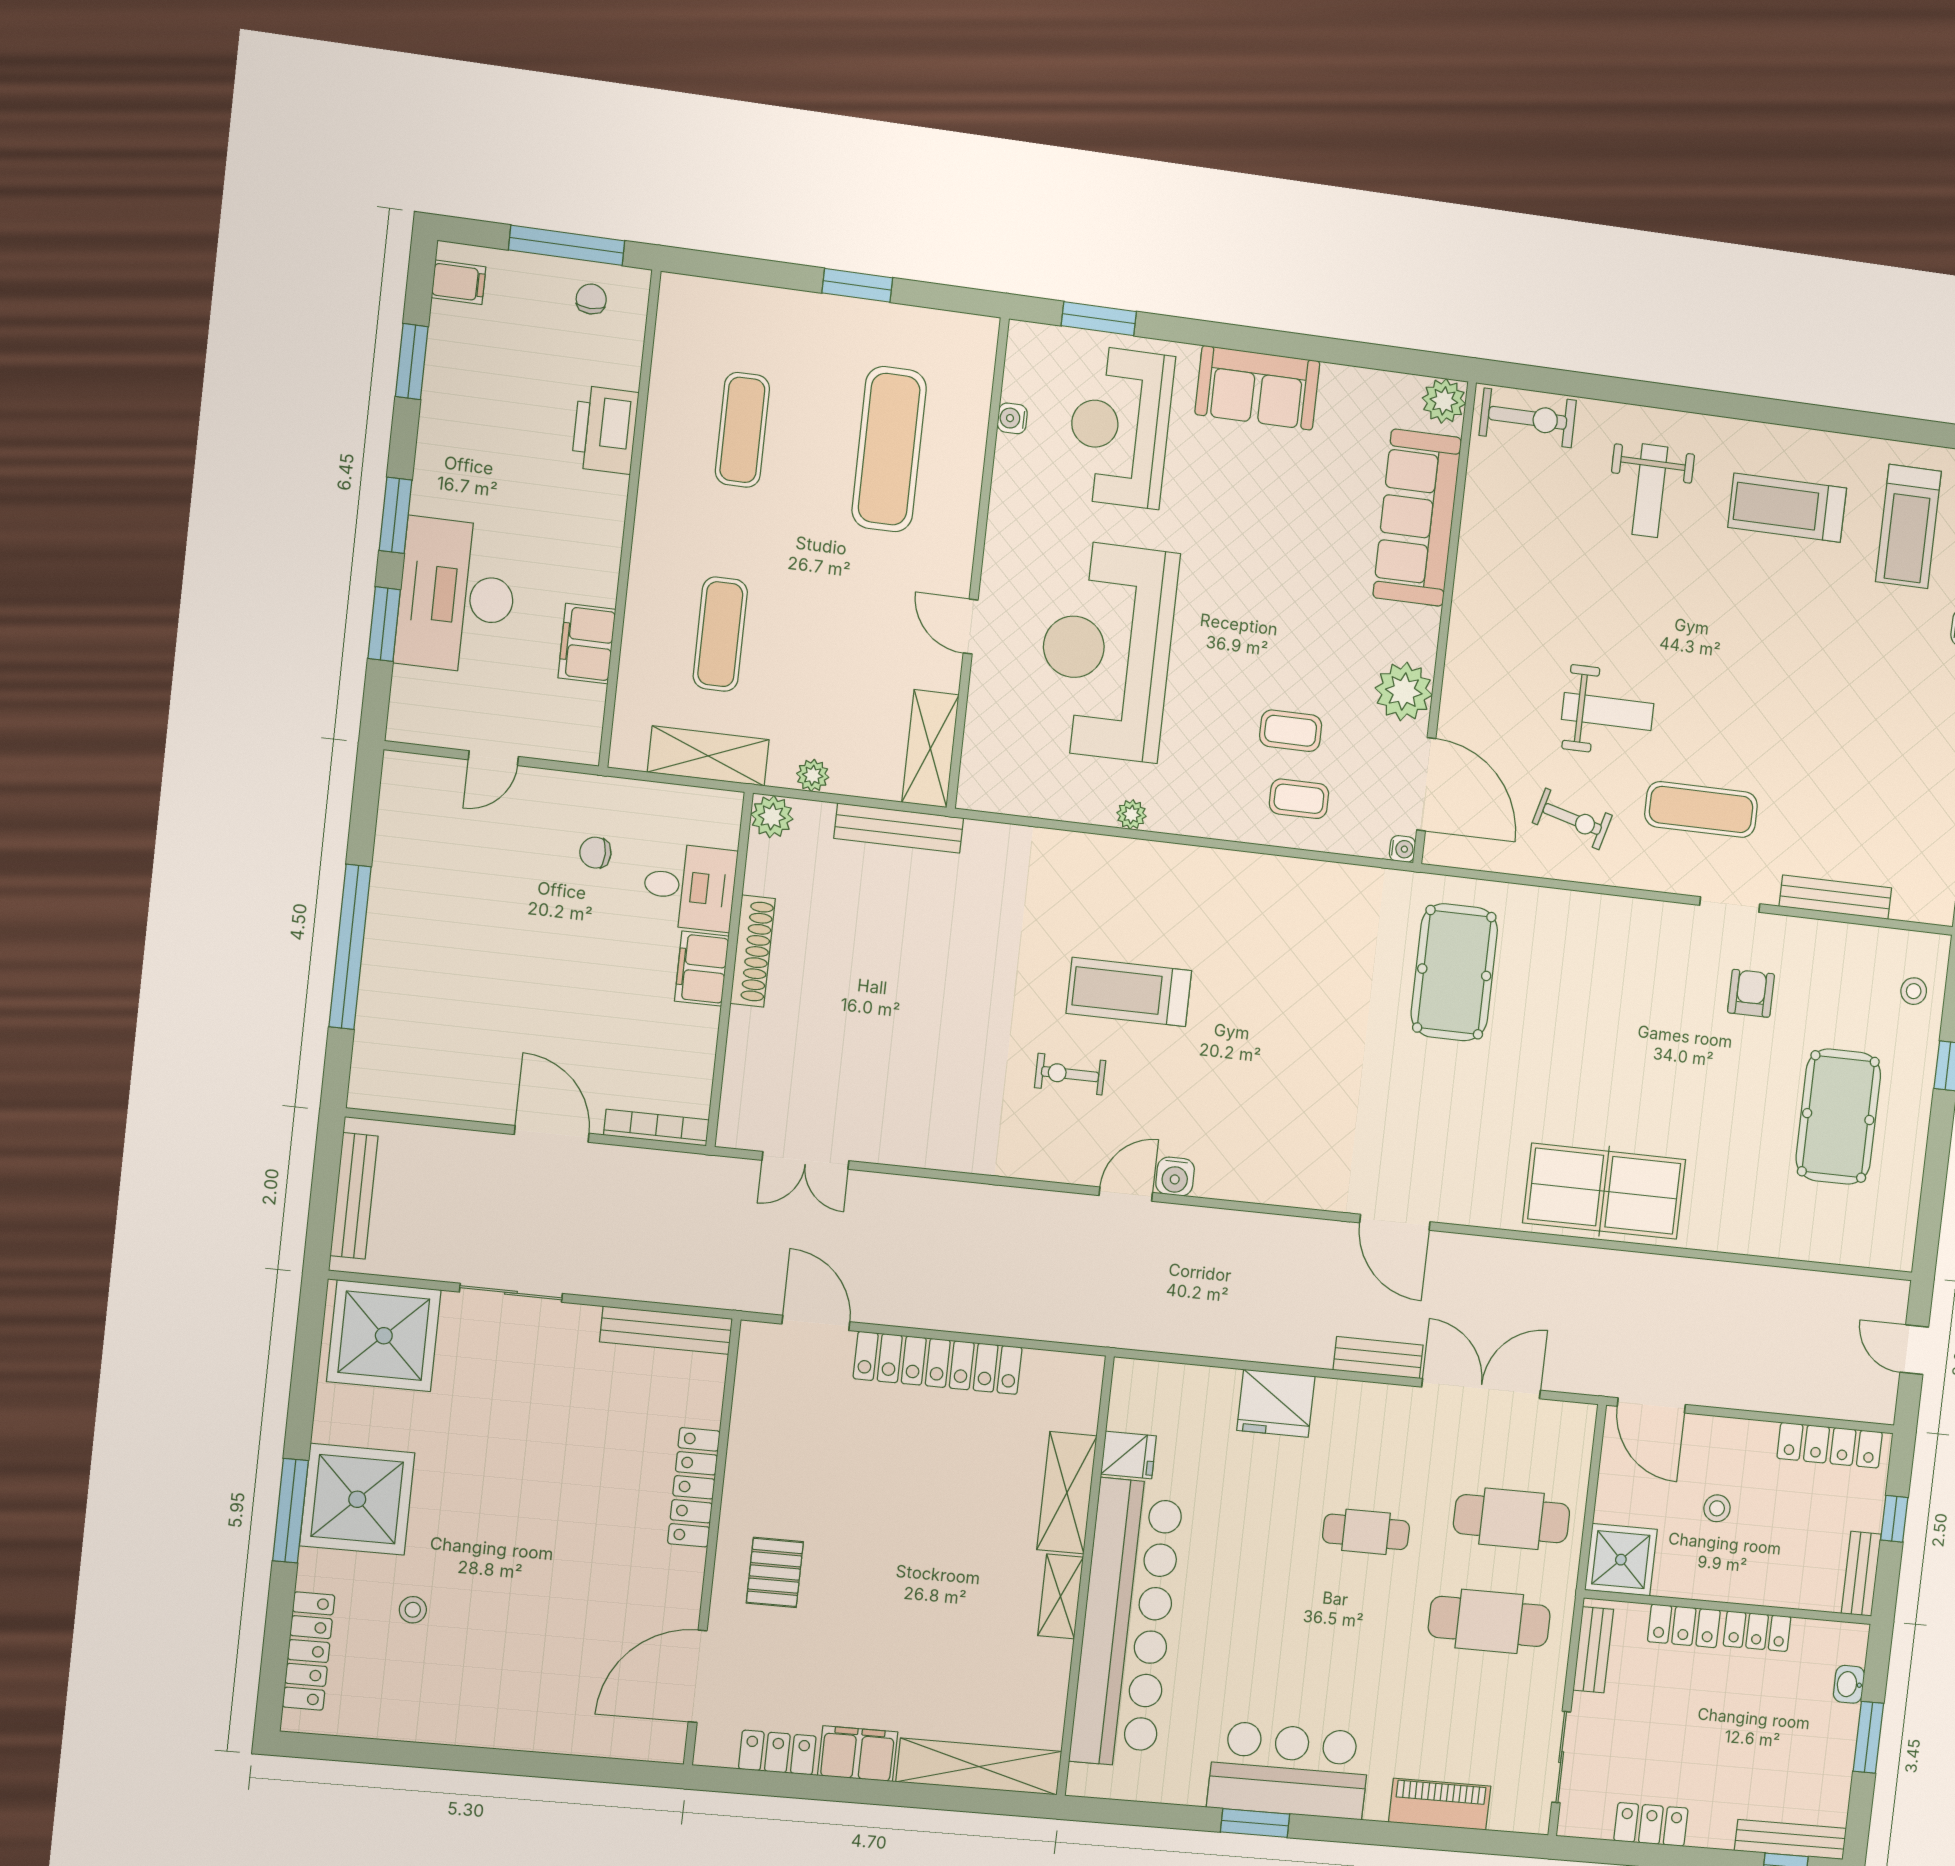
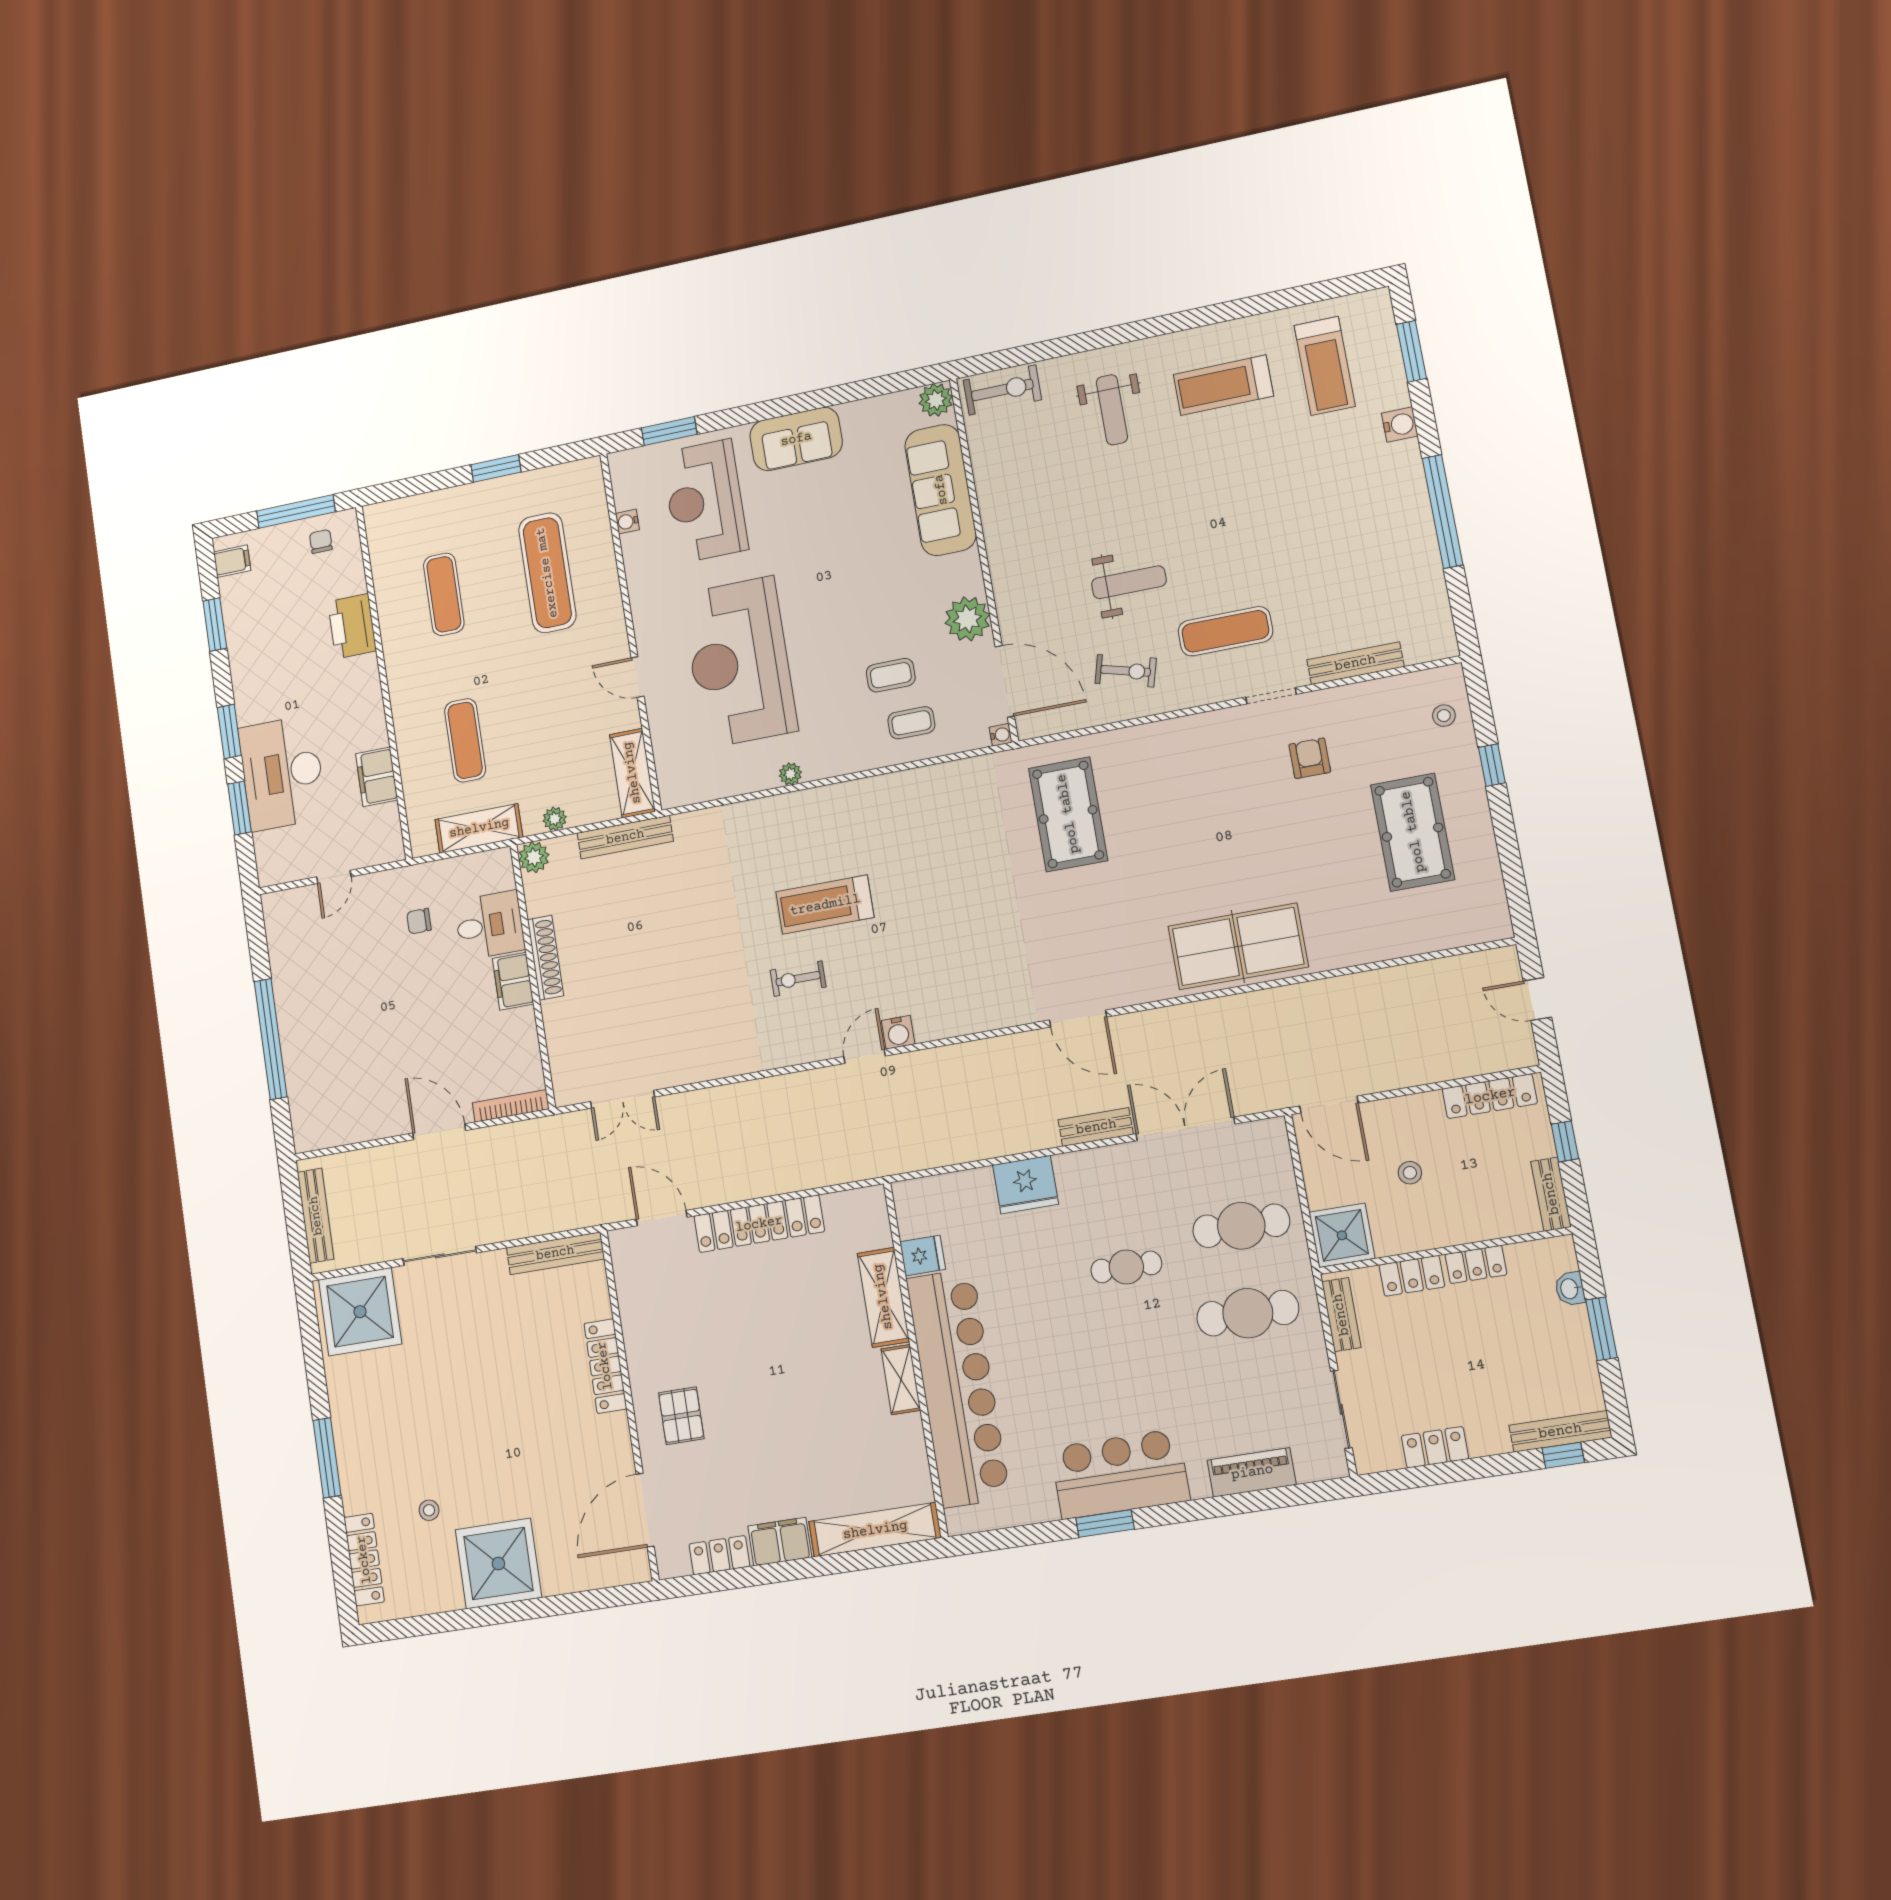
shower: (357, 1499) -> (498, 1564), moved

